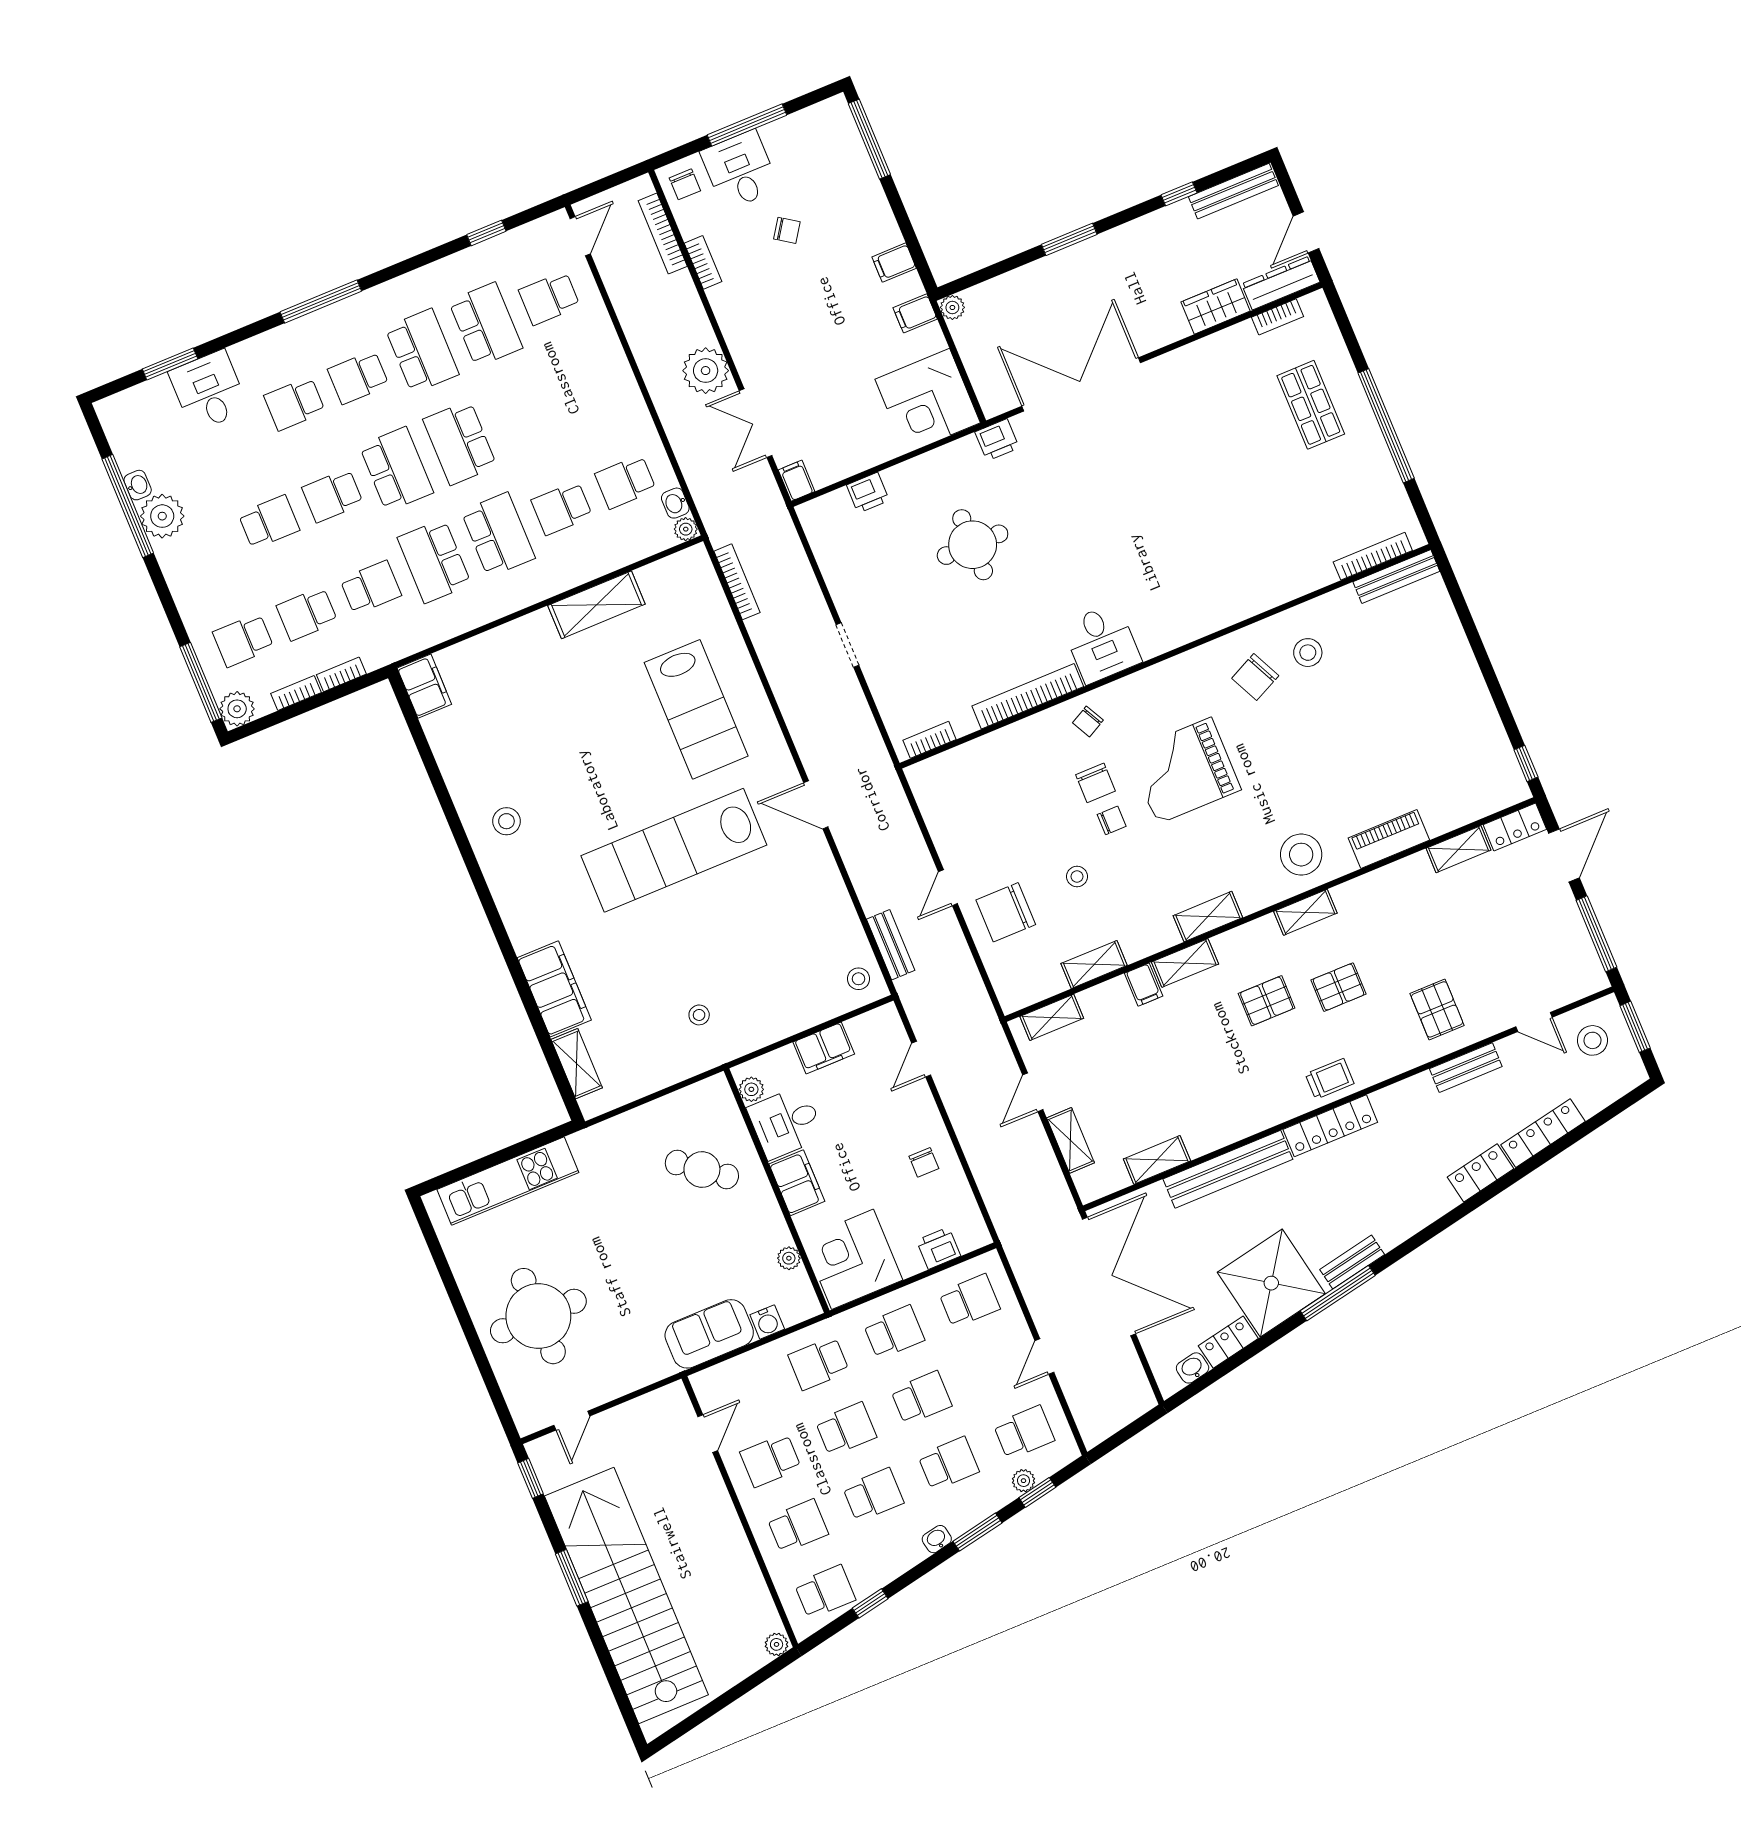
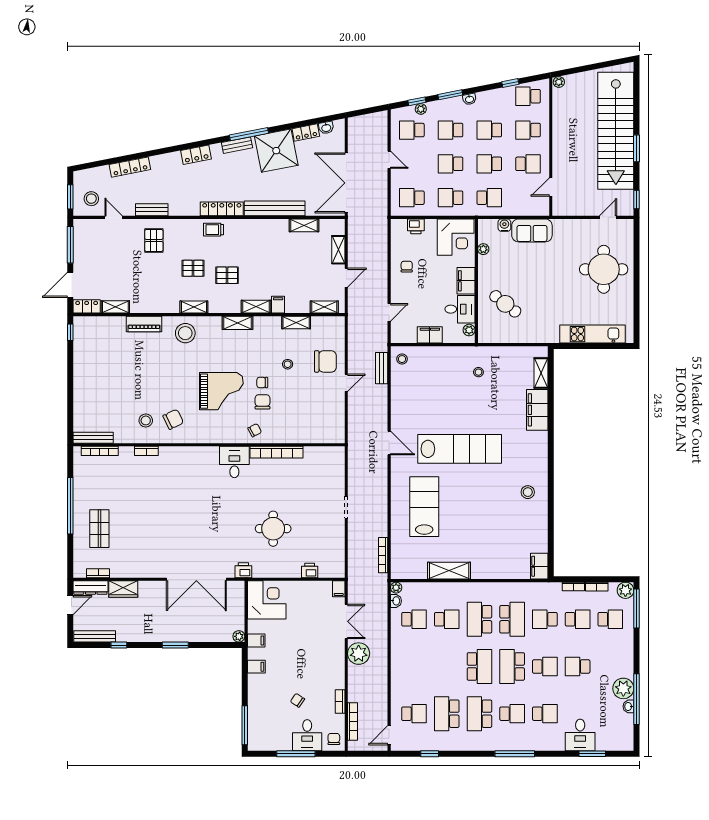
bookcase: (929, 740) -> (146, 451), moved
locker: (1480, 1173) -> (196, 155), moved
door: (1044, 1356) -> (389, 160), hinge flipped

